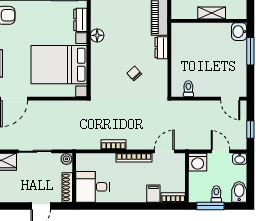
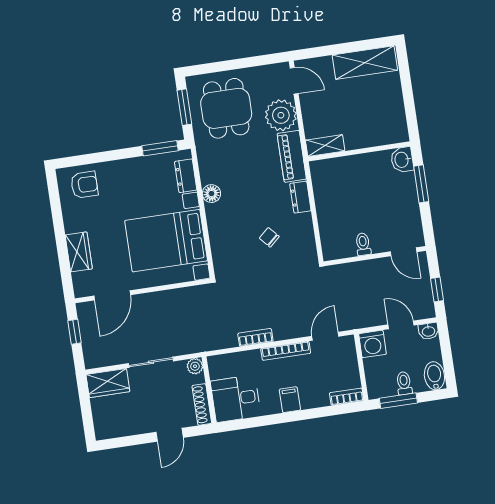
shelving: (212, 13) -> (325, 146), moved
toilet: (188, 89) -> (363, 244), moved
filing cabinet: (153, 194) -> (290, 400), moved

